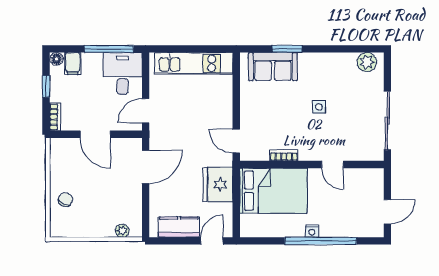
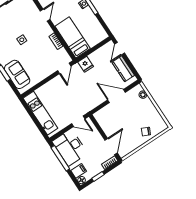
desk: (123, 73) -> (70, 147), width x1.37
door: (95, 134) -> (111, 147), moved
door: (146, 167) -> (116, 96), moved
fridge: (218, 185) -> (86, 64), width x0.53, depth x0.75
bed: (273, 191) -> (73, 37), width x0.67
door: (212, 241) -> (120, 49), hinge flipped

